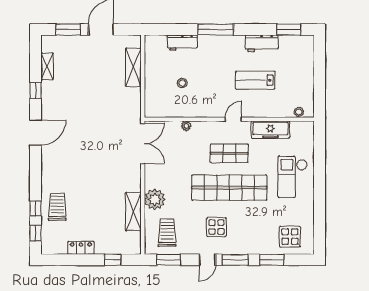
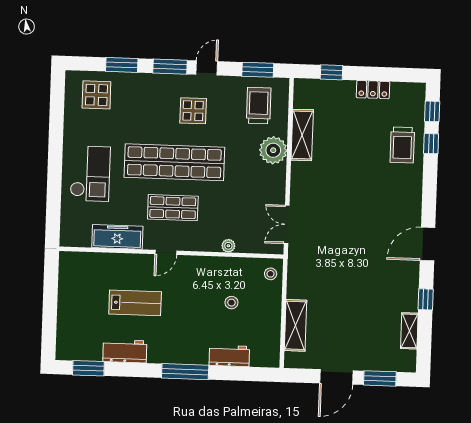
stool: (299, 112) -> (271, 274), moved
double door: (143, 144) -> (287, 224), width x0.73
trolley: (167, 233) -> (259, 106), turned 180

